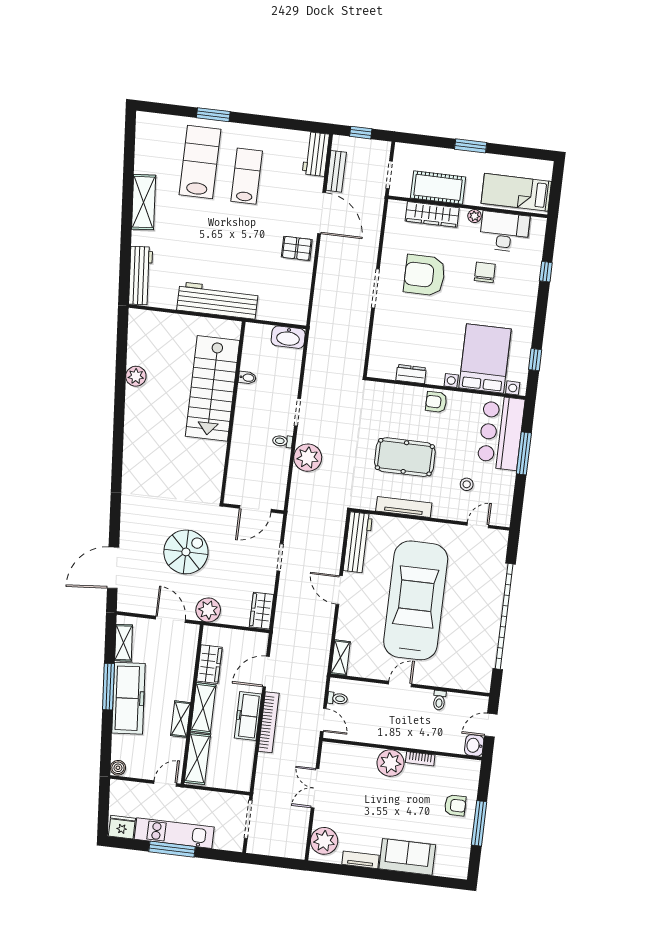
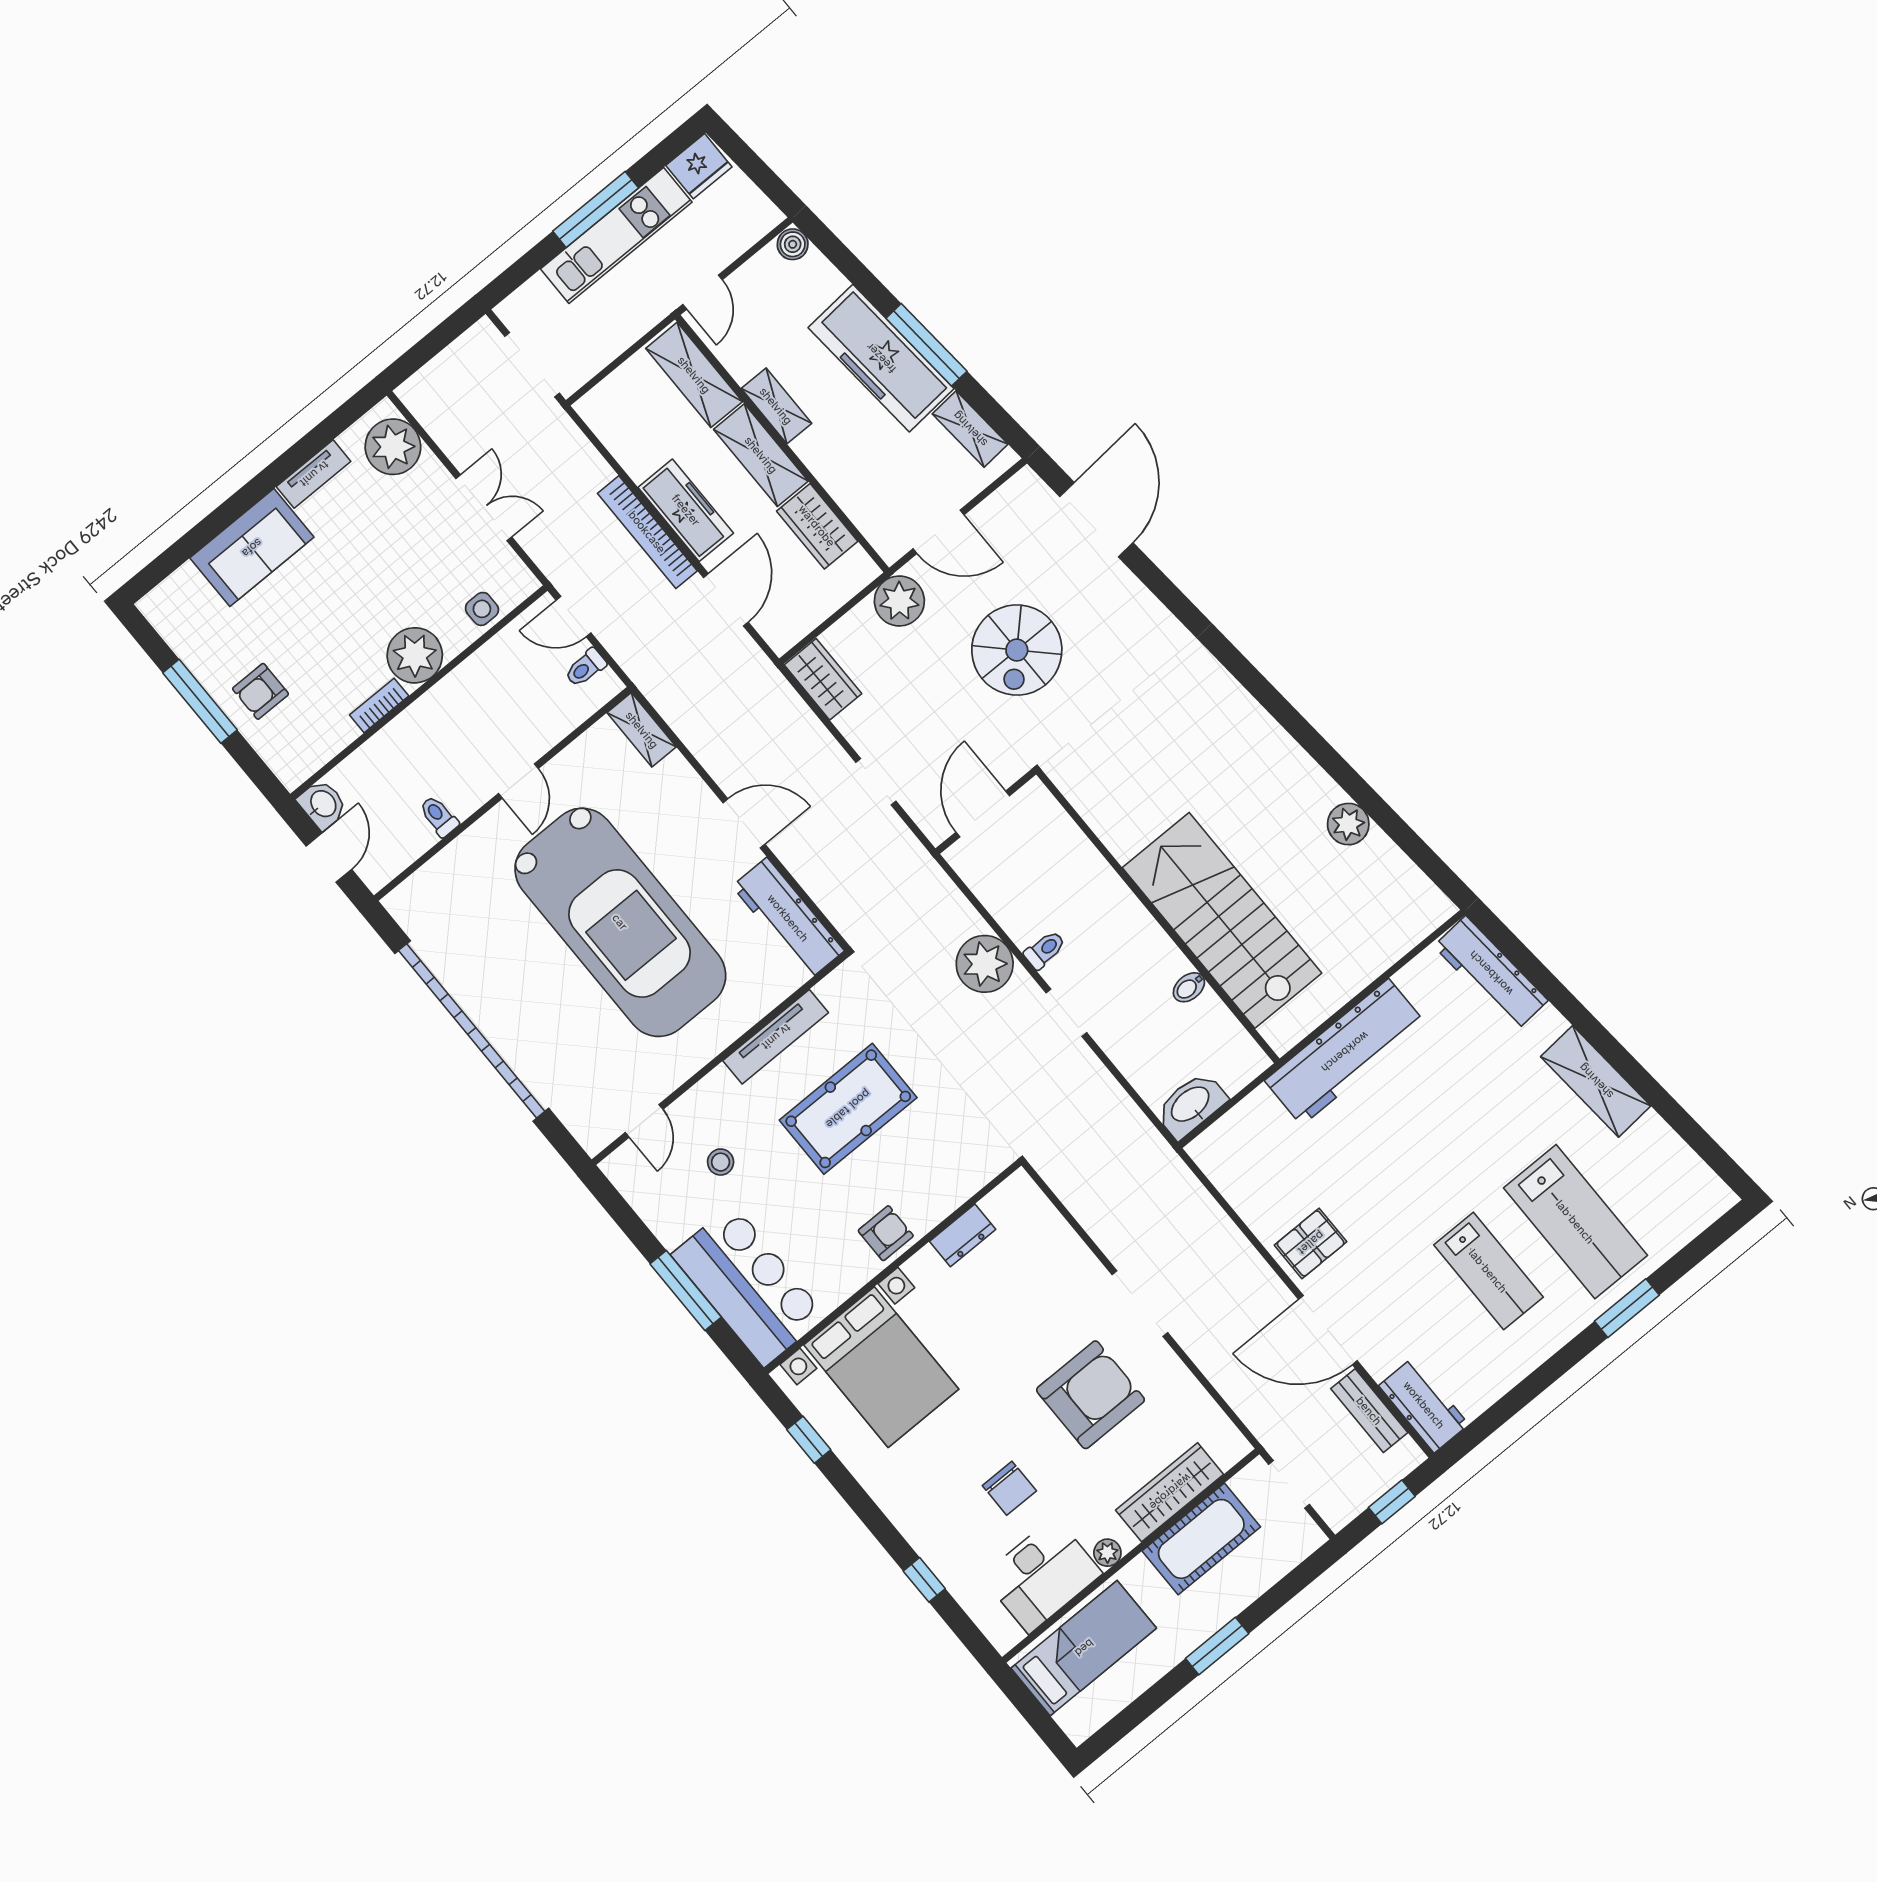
side table: (351, 755) -> (482, 609), added

